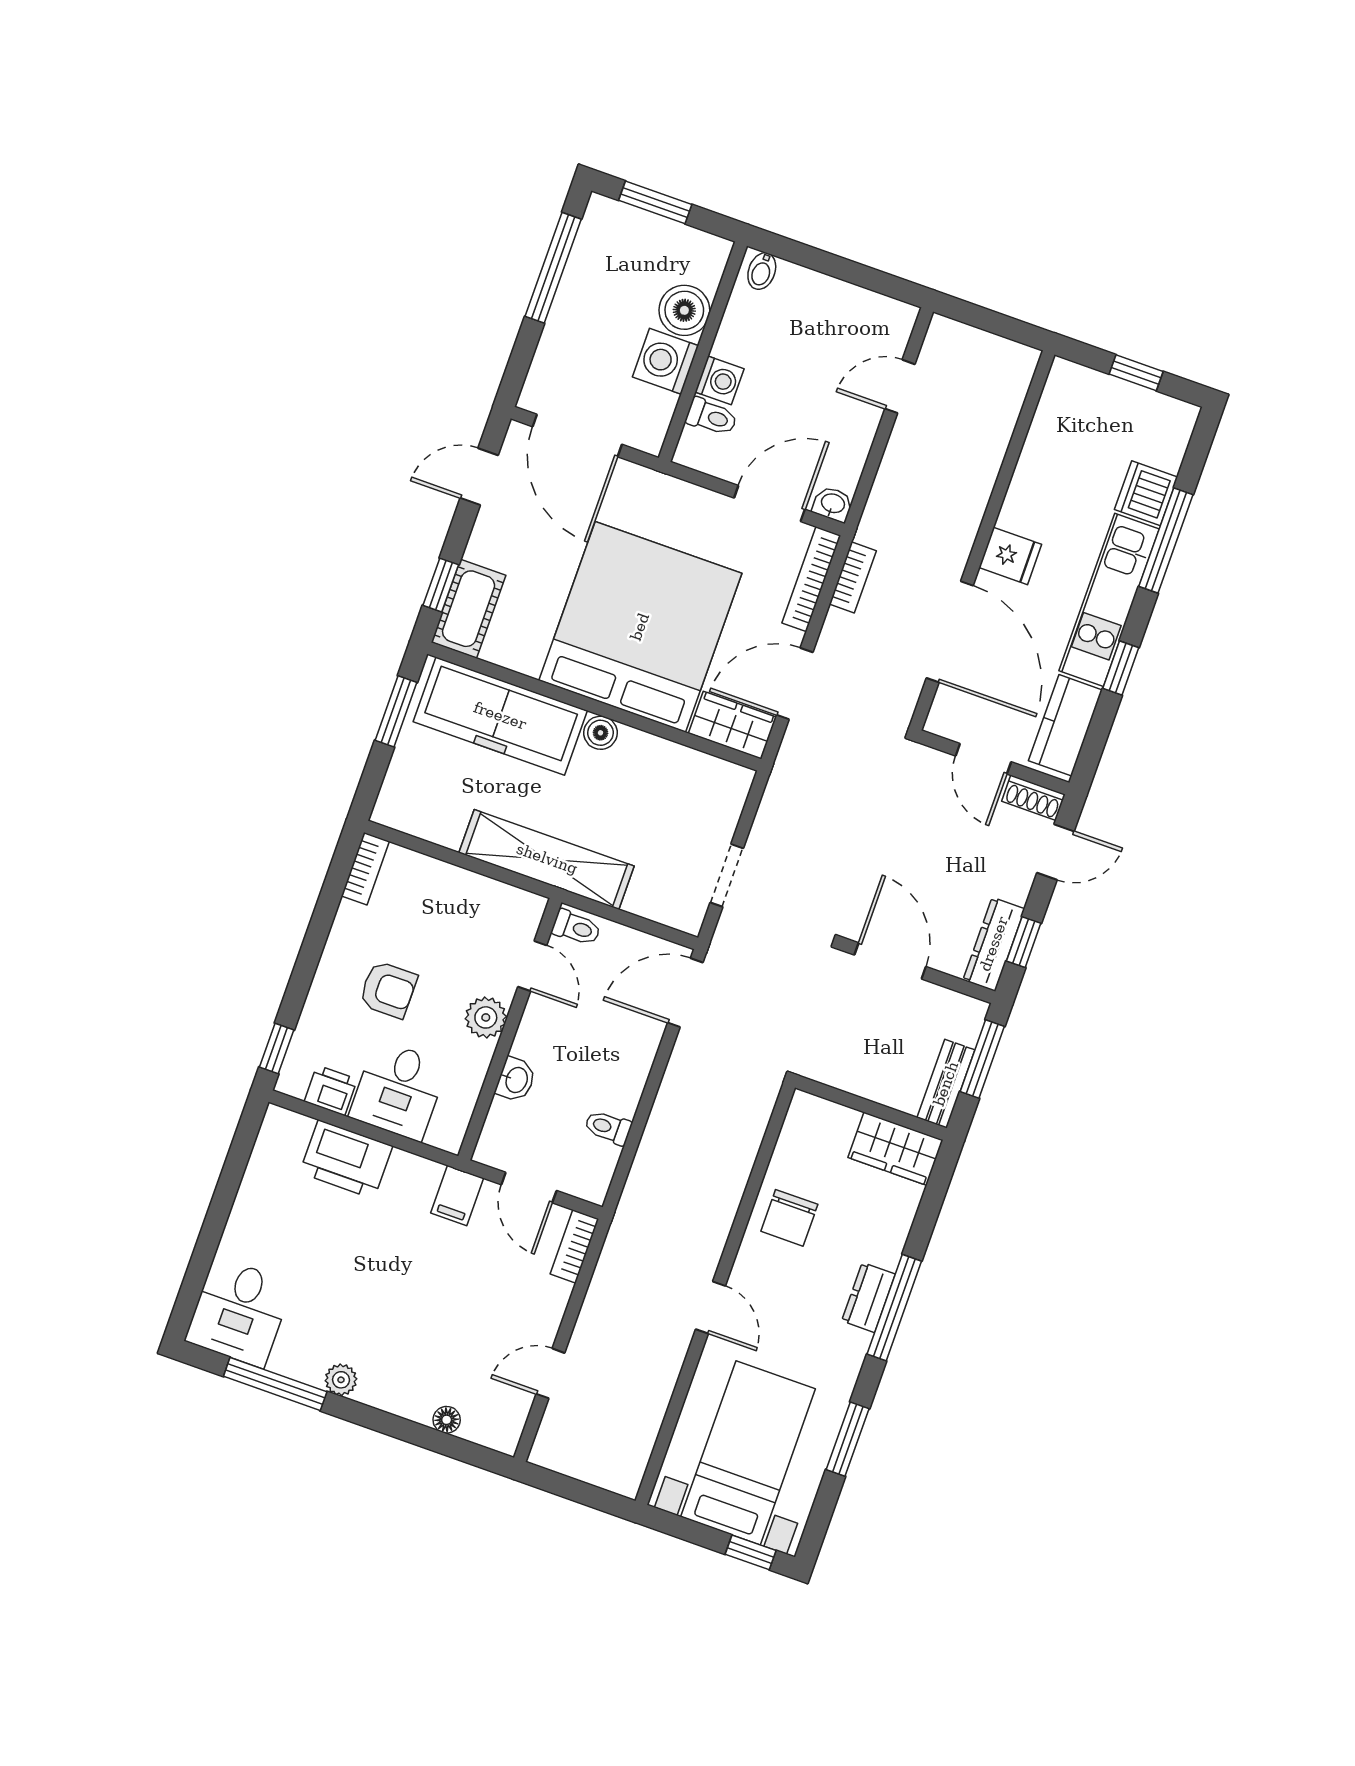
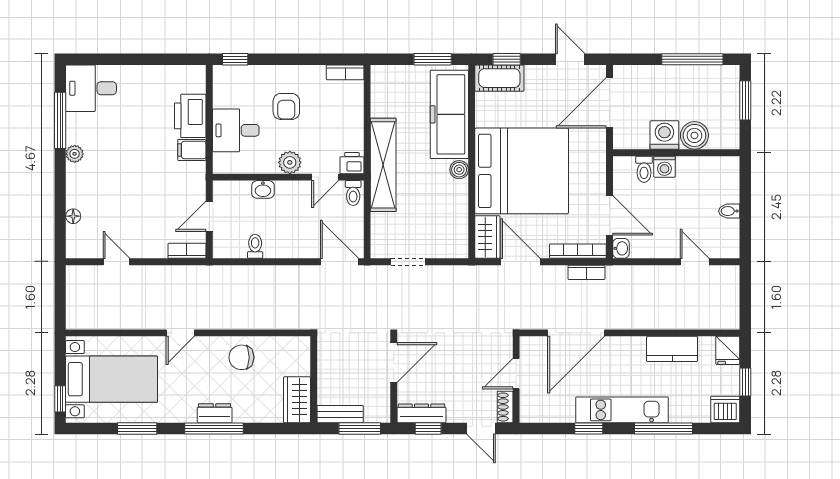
bidet: (762, 271) -> (729, 211), moved
dishwasher: (1146, 493) -> (725, 409), moved
fridge: (1010, 556) -> (728, 350), moved
kitchen counter: (1065, 725) -> (672, 349), moved, turned 180
printer: (331, 1090) -> (352, 163), moved, turned -90
filing cabinet: (457, 1196) -> (192, 150), moved

